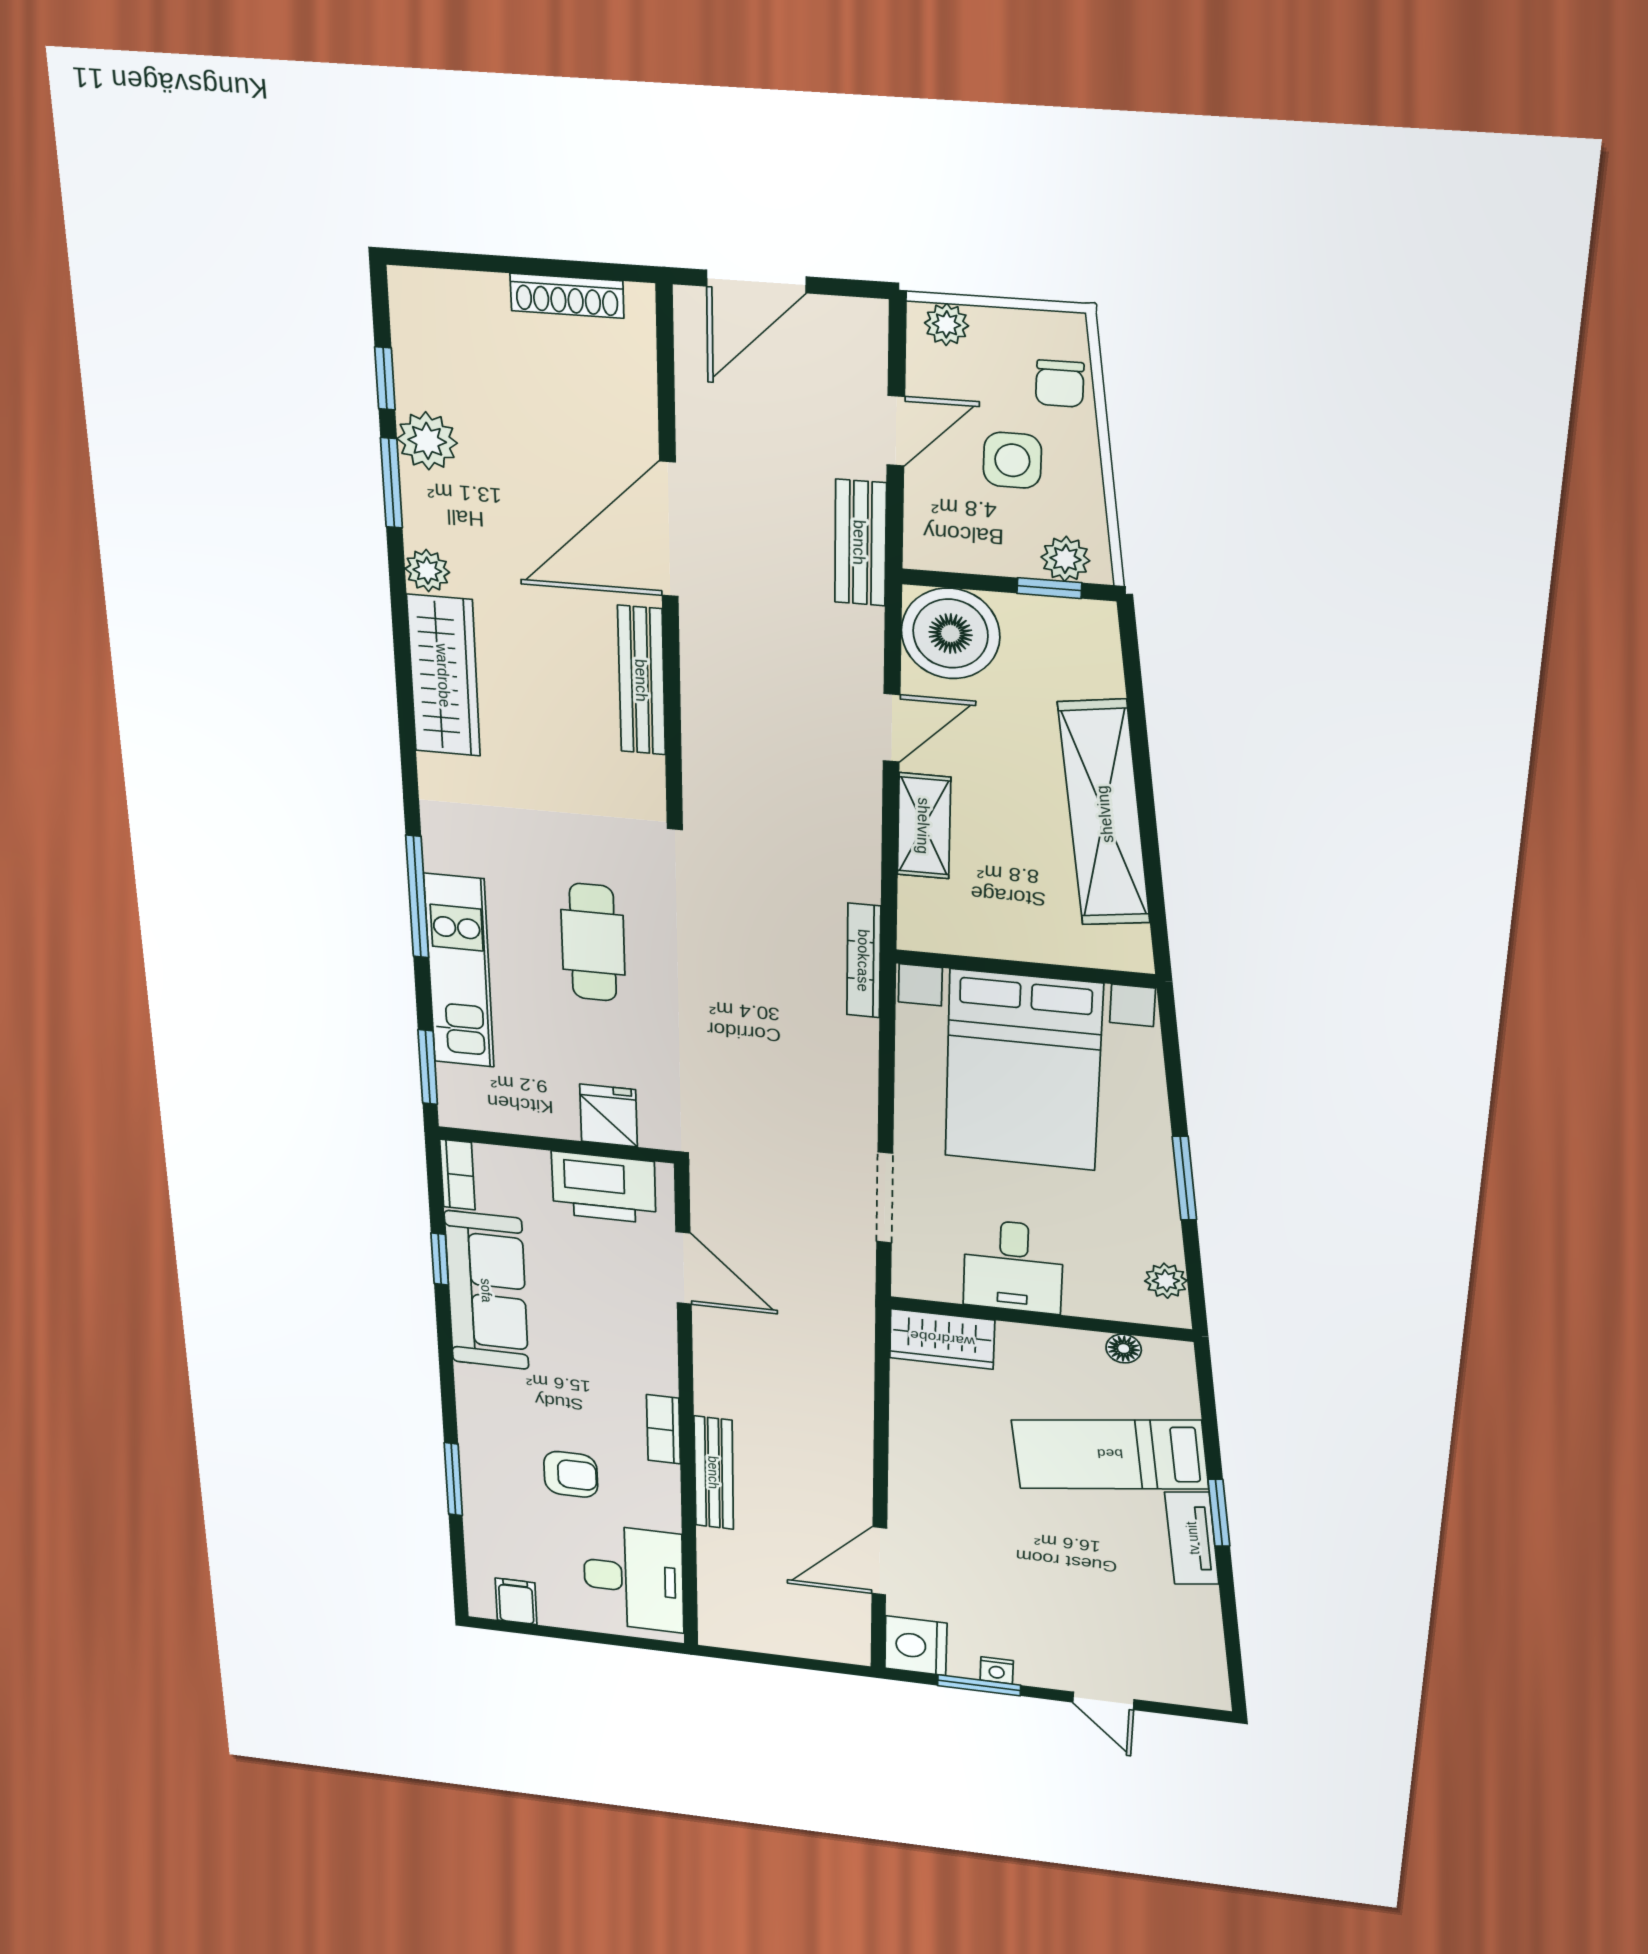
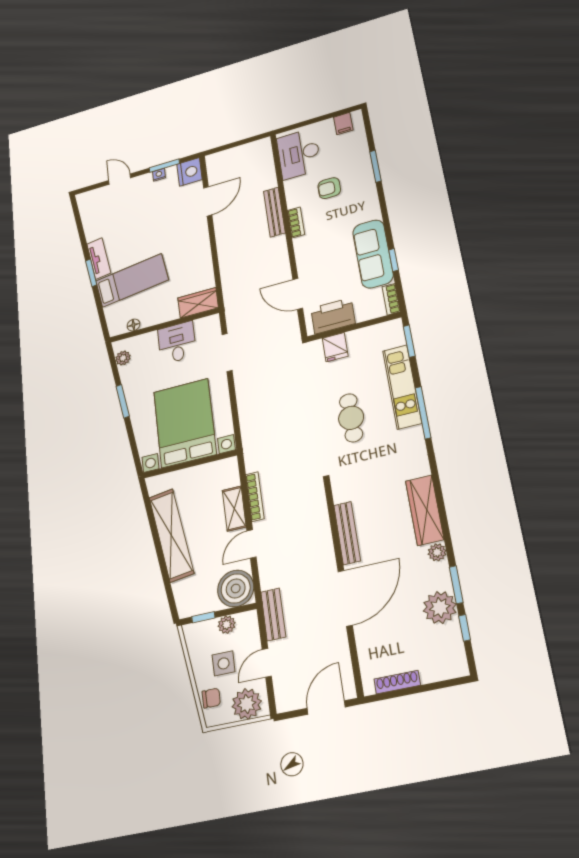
plant: (946, 324) -> (247, 704), width x1.88, depth x1.88
chair: (1060, 384) -> (211, 698), turned 90
plant: (427, 441) -> (440, 608), width x1.36, depth x1.36
plant: (1065, 559) -> (227, 625), moved
bookcase: (864, 961) -> (255, 497), moved

